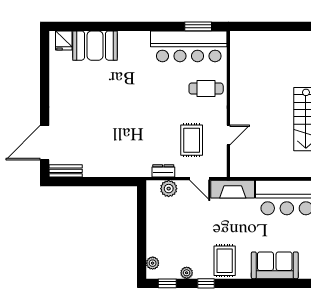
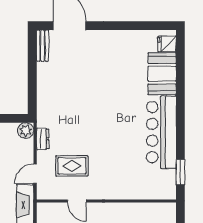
bar counter: (189, 46) -> (161, 132), moved
cafe table: (206, 89) -> (121, 180), removed
plant: (169, 189) -> (26, 131), moved

